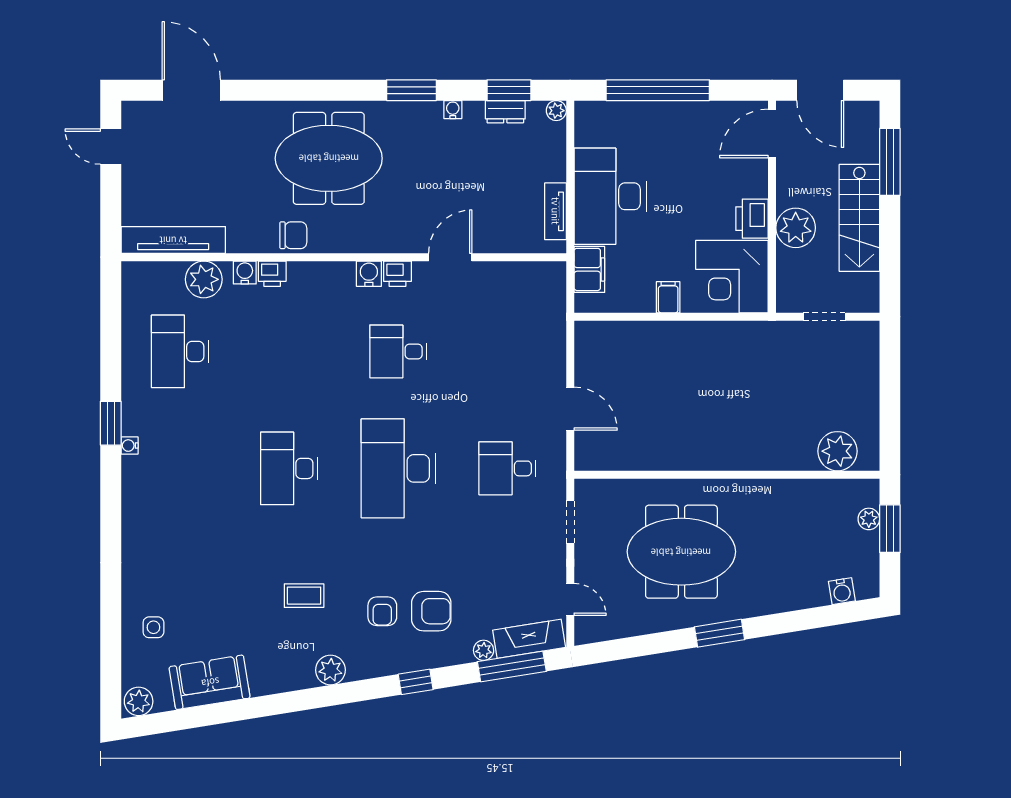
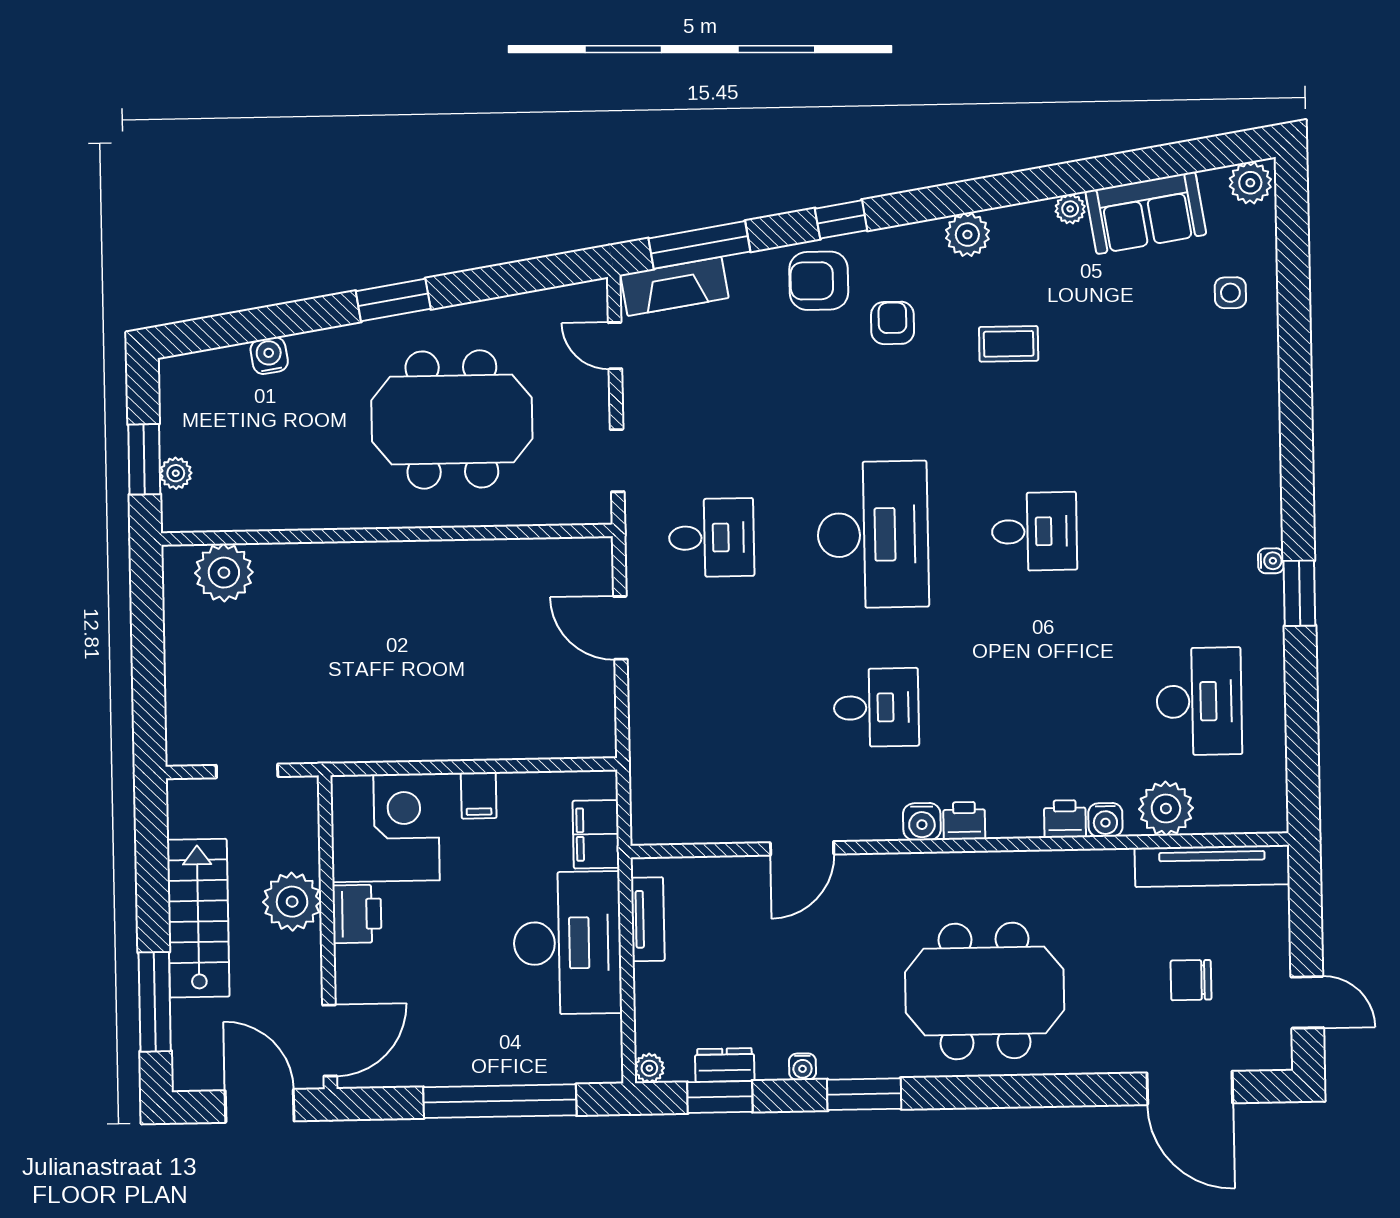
chair: (293, 235) -> (1191, 980), moved
printer: (397, 274) -> (964, 821), moved
desk: (289, 468) -> (1034, 531), width x0.73
water cooler: (842, 591) -> (269, 356), moved
armchair: (431, 611) -> (819, 281), moved
plant: (484, 650) -> (1070, 209), moved

